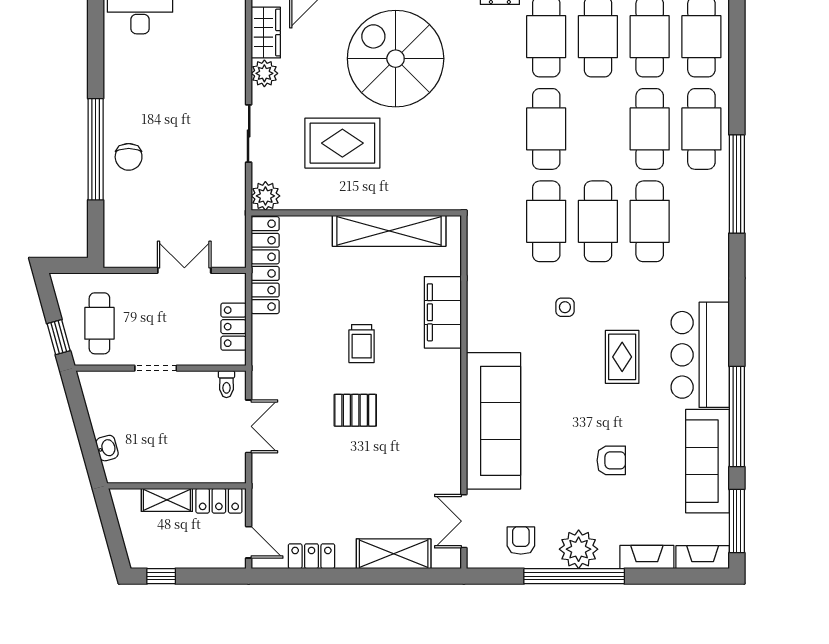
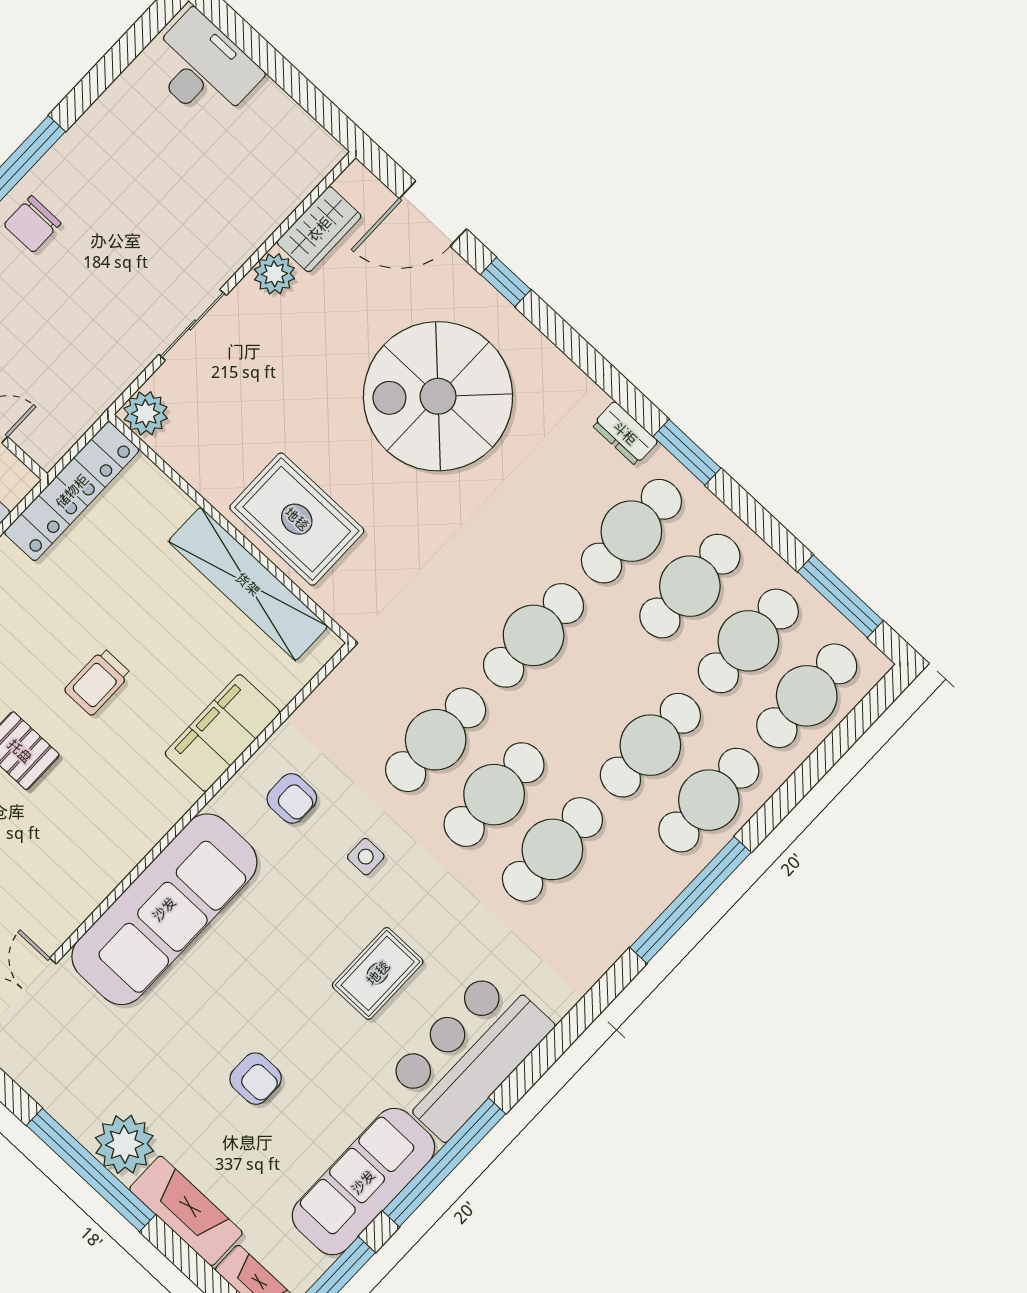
spiral stairs: (396, 59) -> (438, 396), turned -90
rug: (342, 143) -> (297, 519), moved
armchair: (521, 540) -> (292, 798), moved, turned 90
fireplace: (647, 557) -> (186, 1211), width x1.37, depth x1.32

